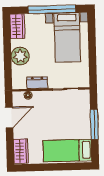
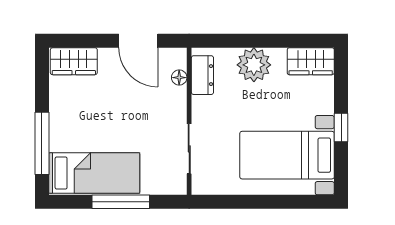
window: (52, 9) -> (341, 128), width x0.32
dresser: (37, 83) -> (202, 75), moved
bed: (67, 150) -> (94, 173), moved, turned 90
window: (65, 167) -> (42, 143), added

